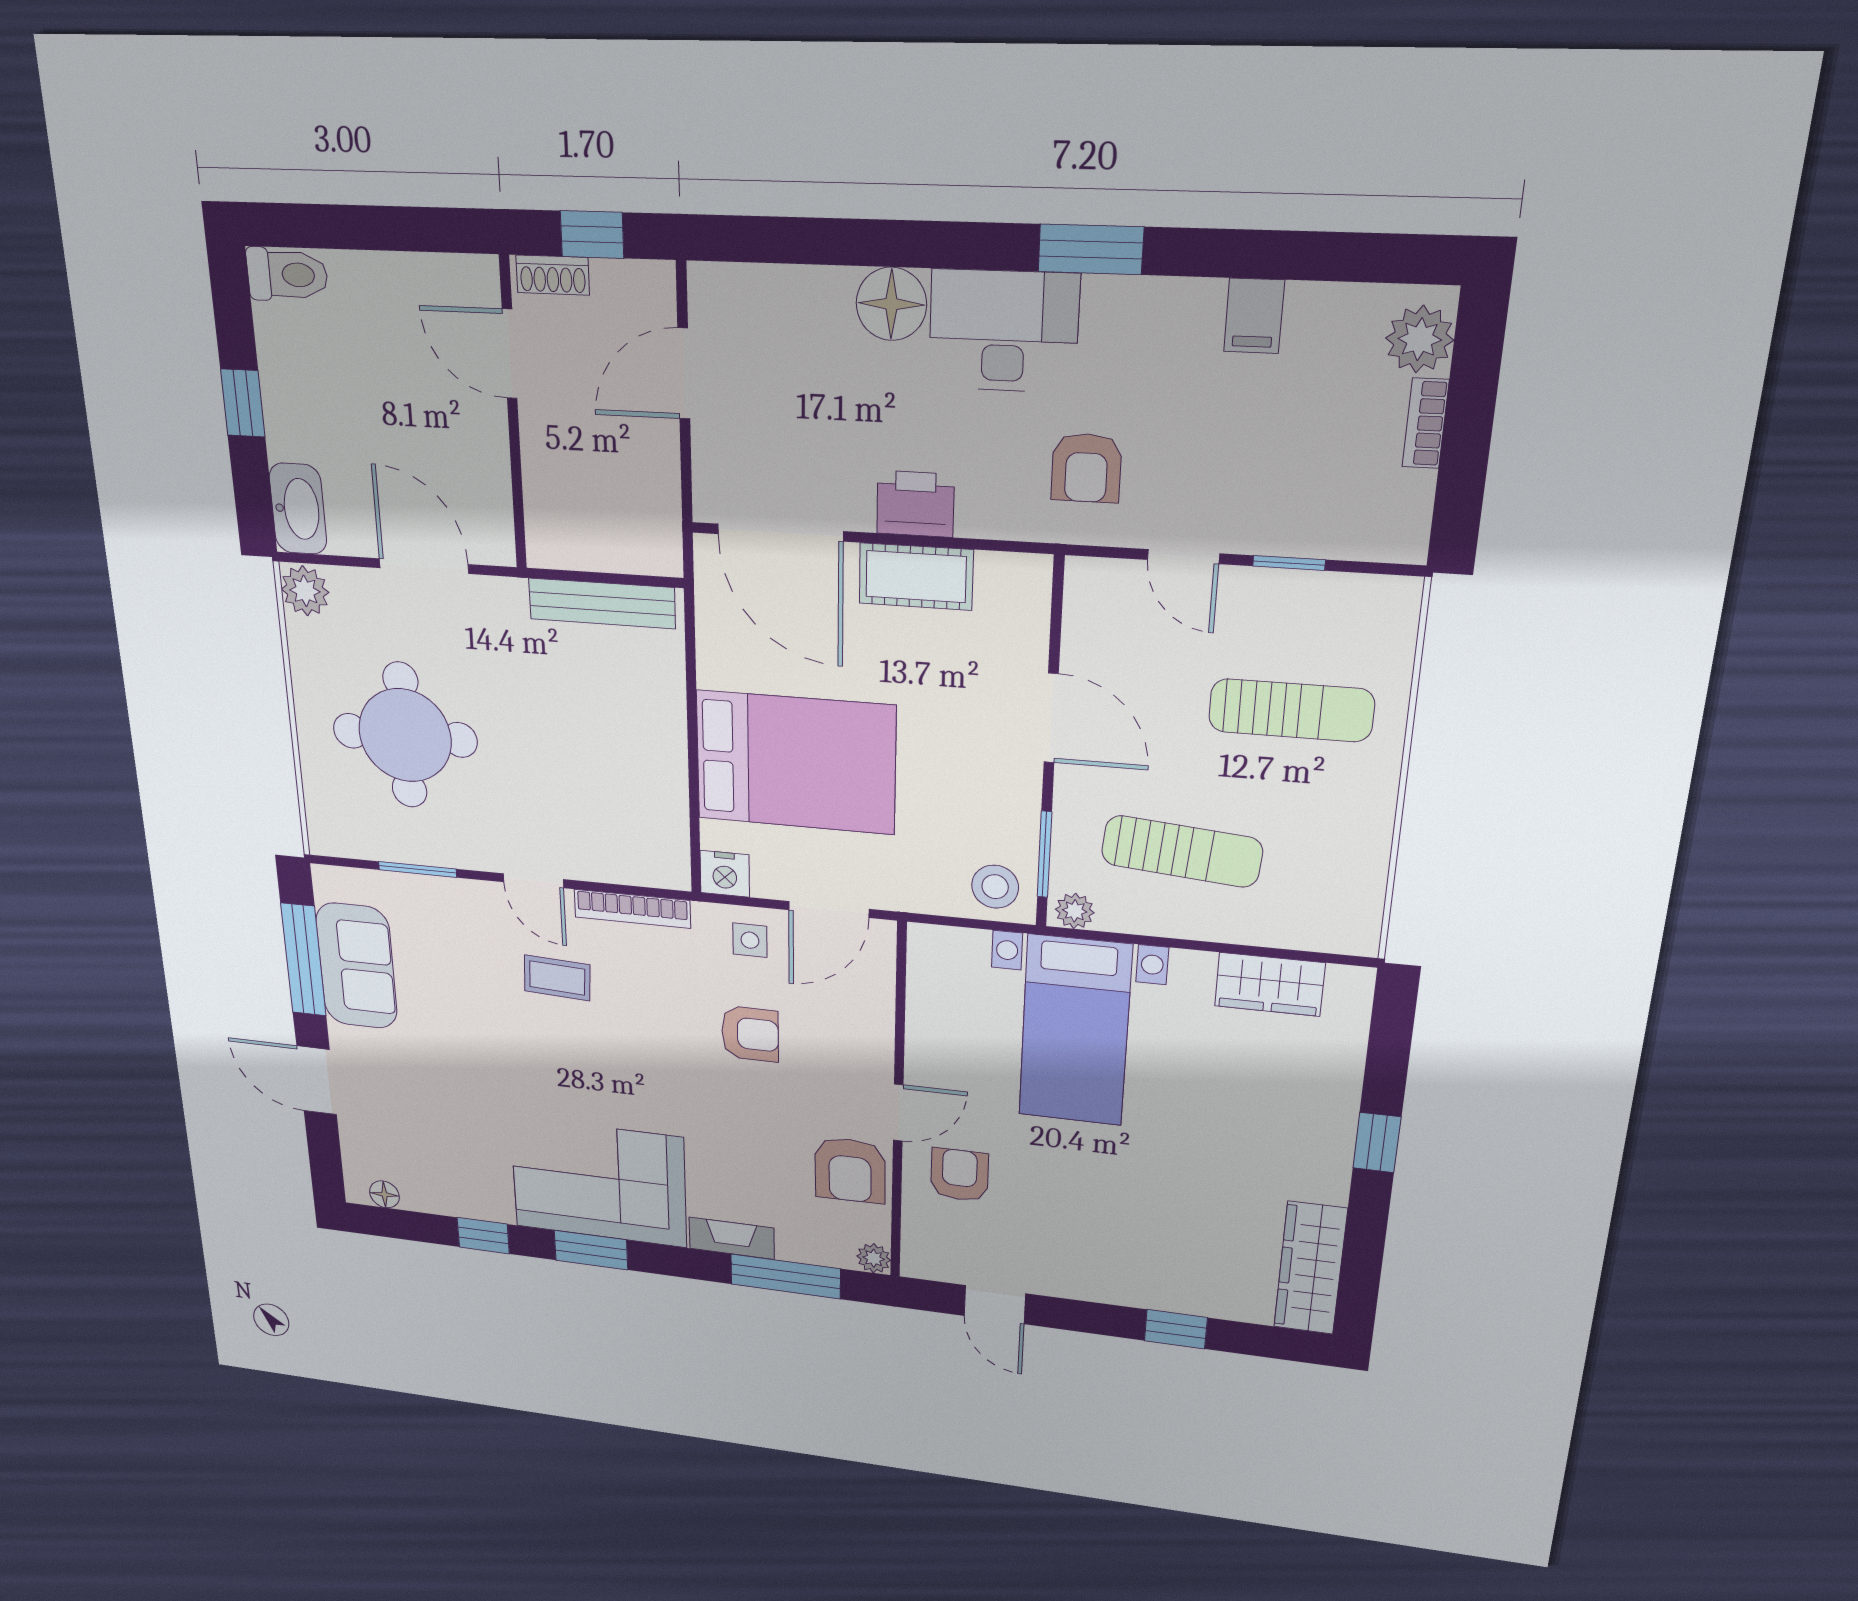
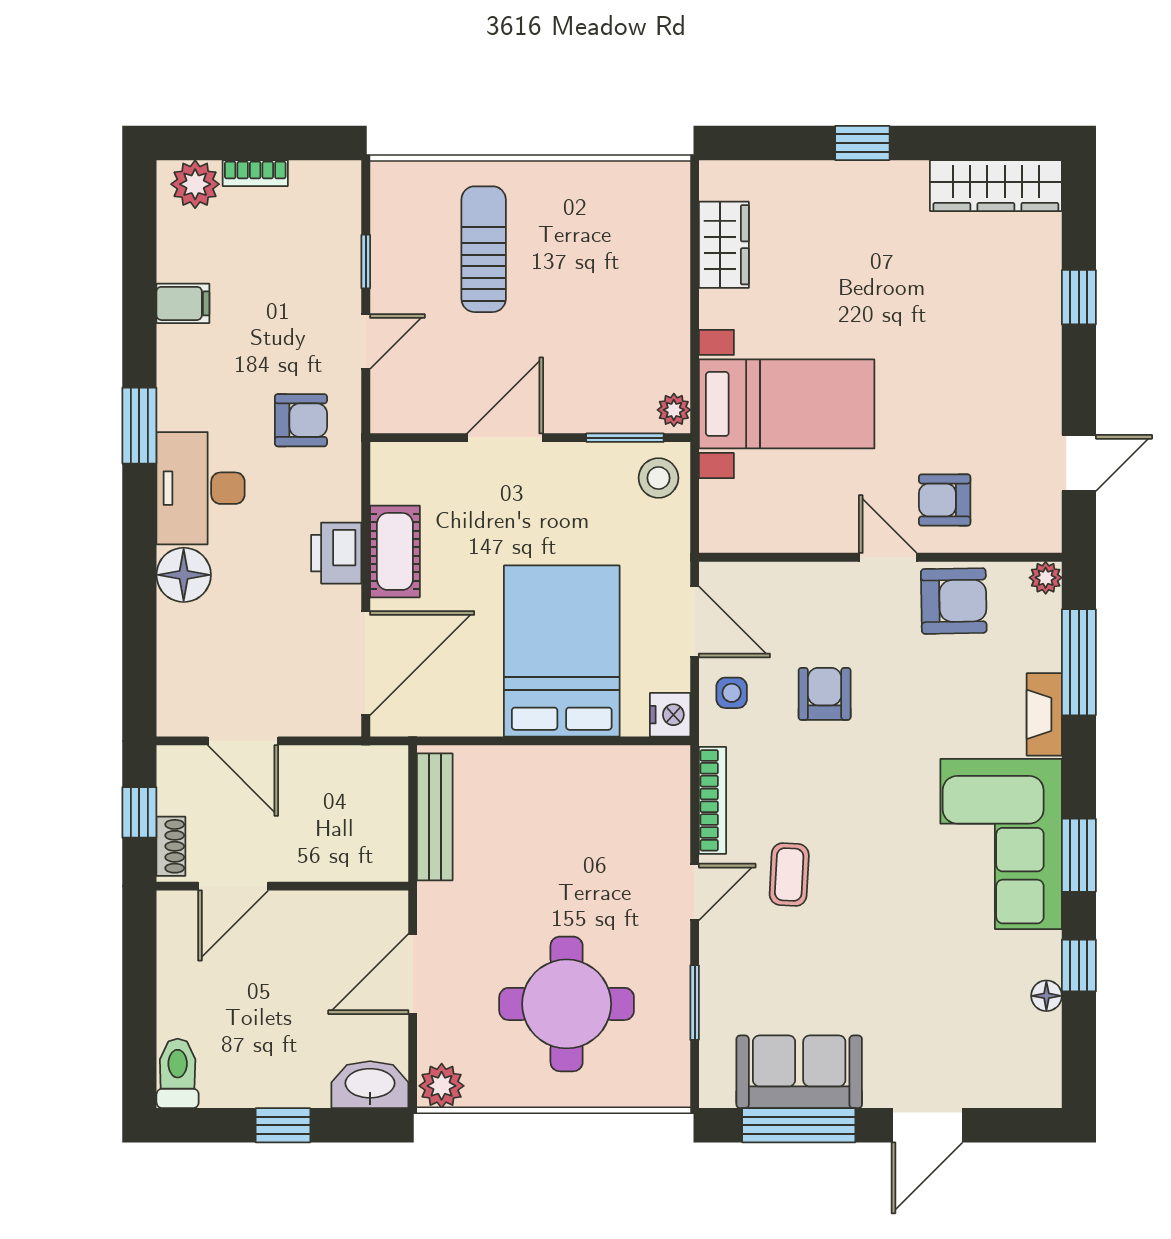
sun lounger: (1182, 851) -> (611, 325), removed
floor lamp: (384, 1194) -> (1046, 996), moved

